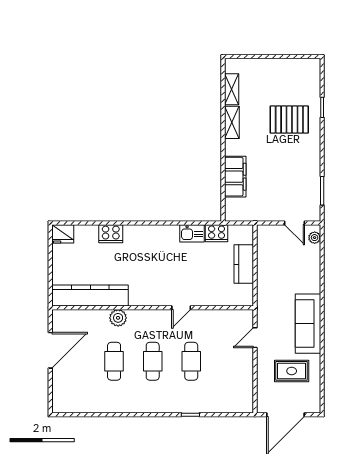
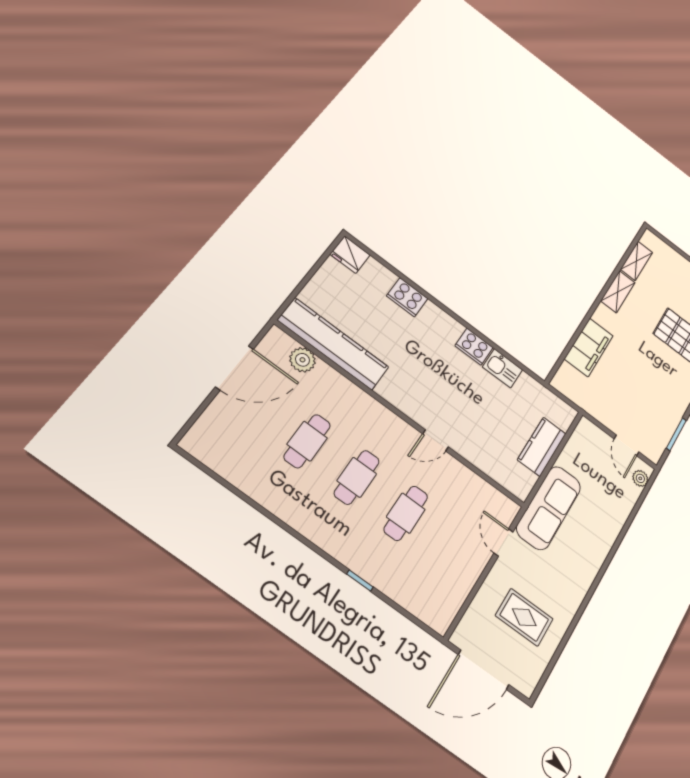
cooker: (217, 233) -> (474, 347), moved
plant: (118, 318) -> (302, 360), moved
sofa: (308, 324) -> (549, 508), moved, turned 180
door: (255, 338) -> (503, 542), hinge flipped

